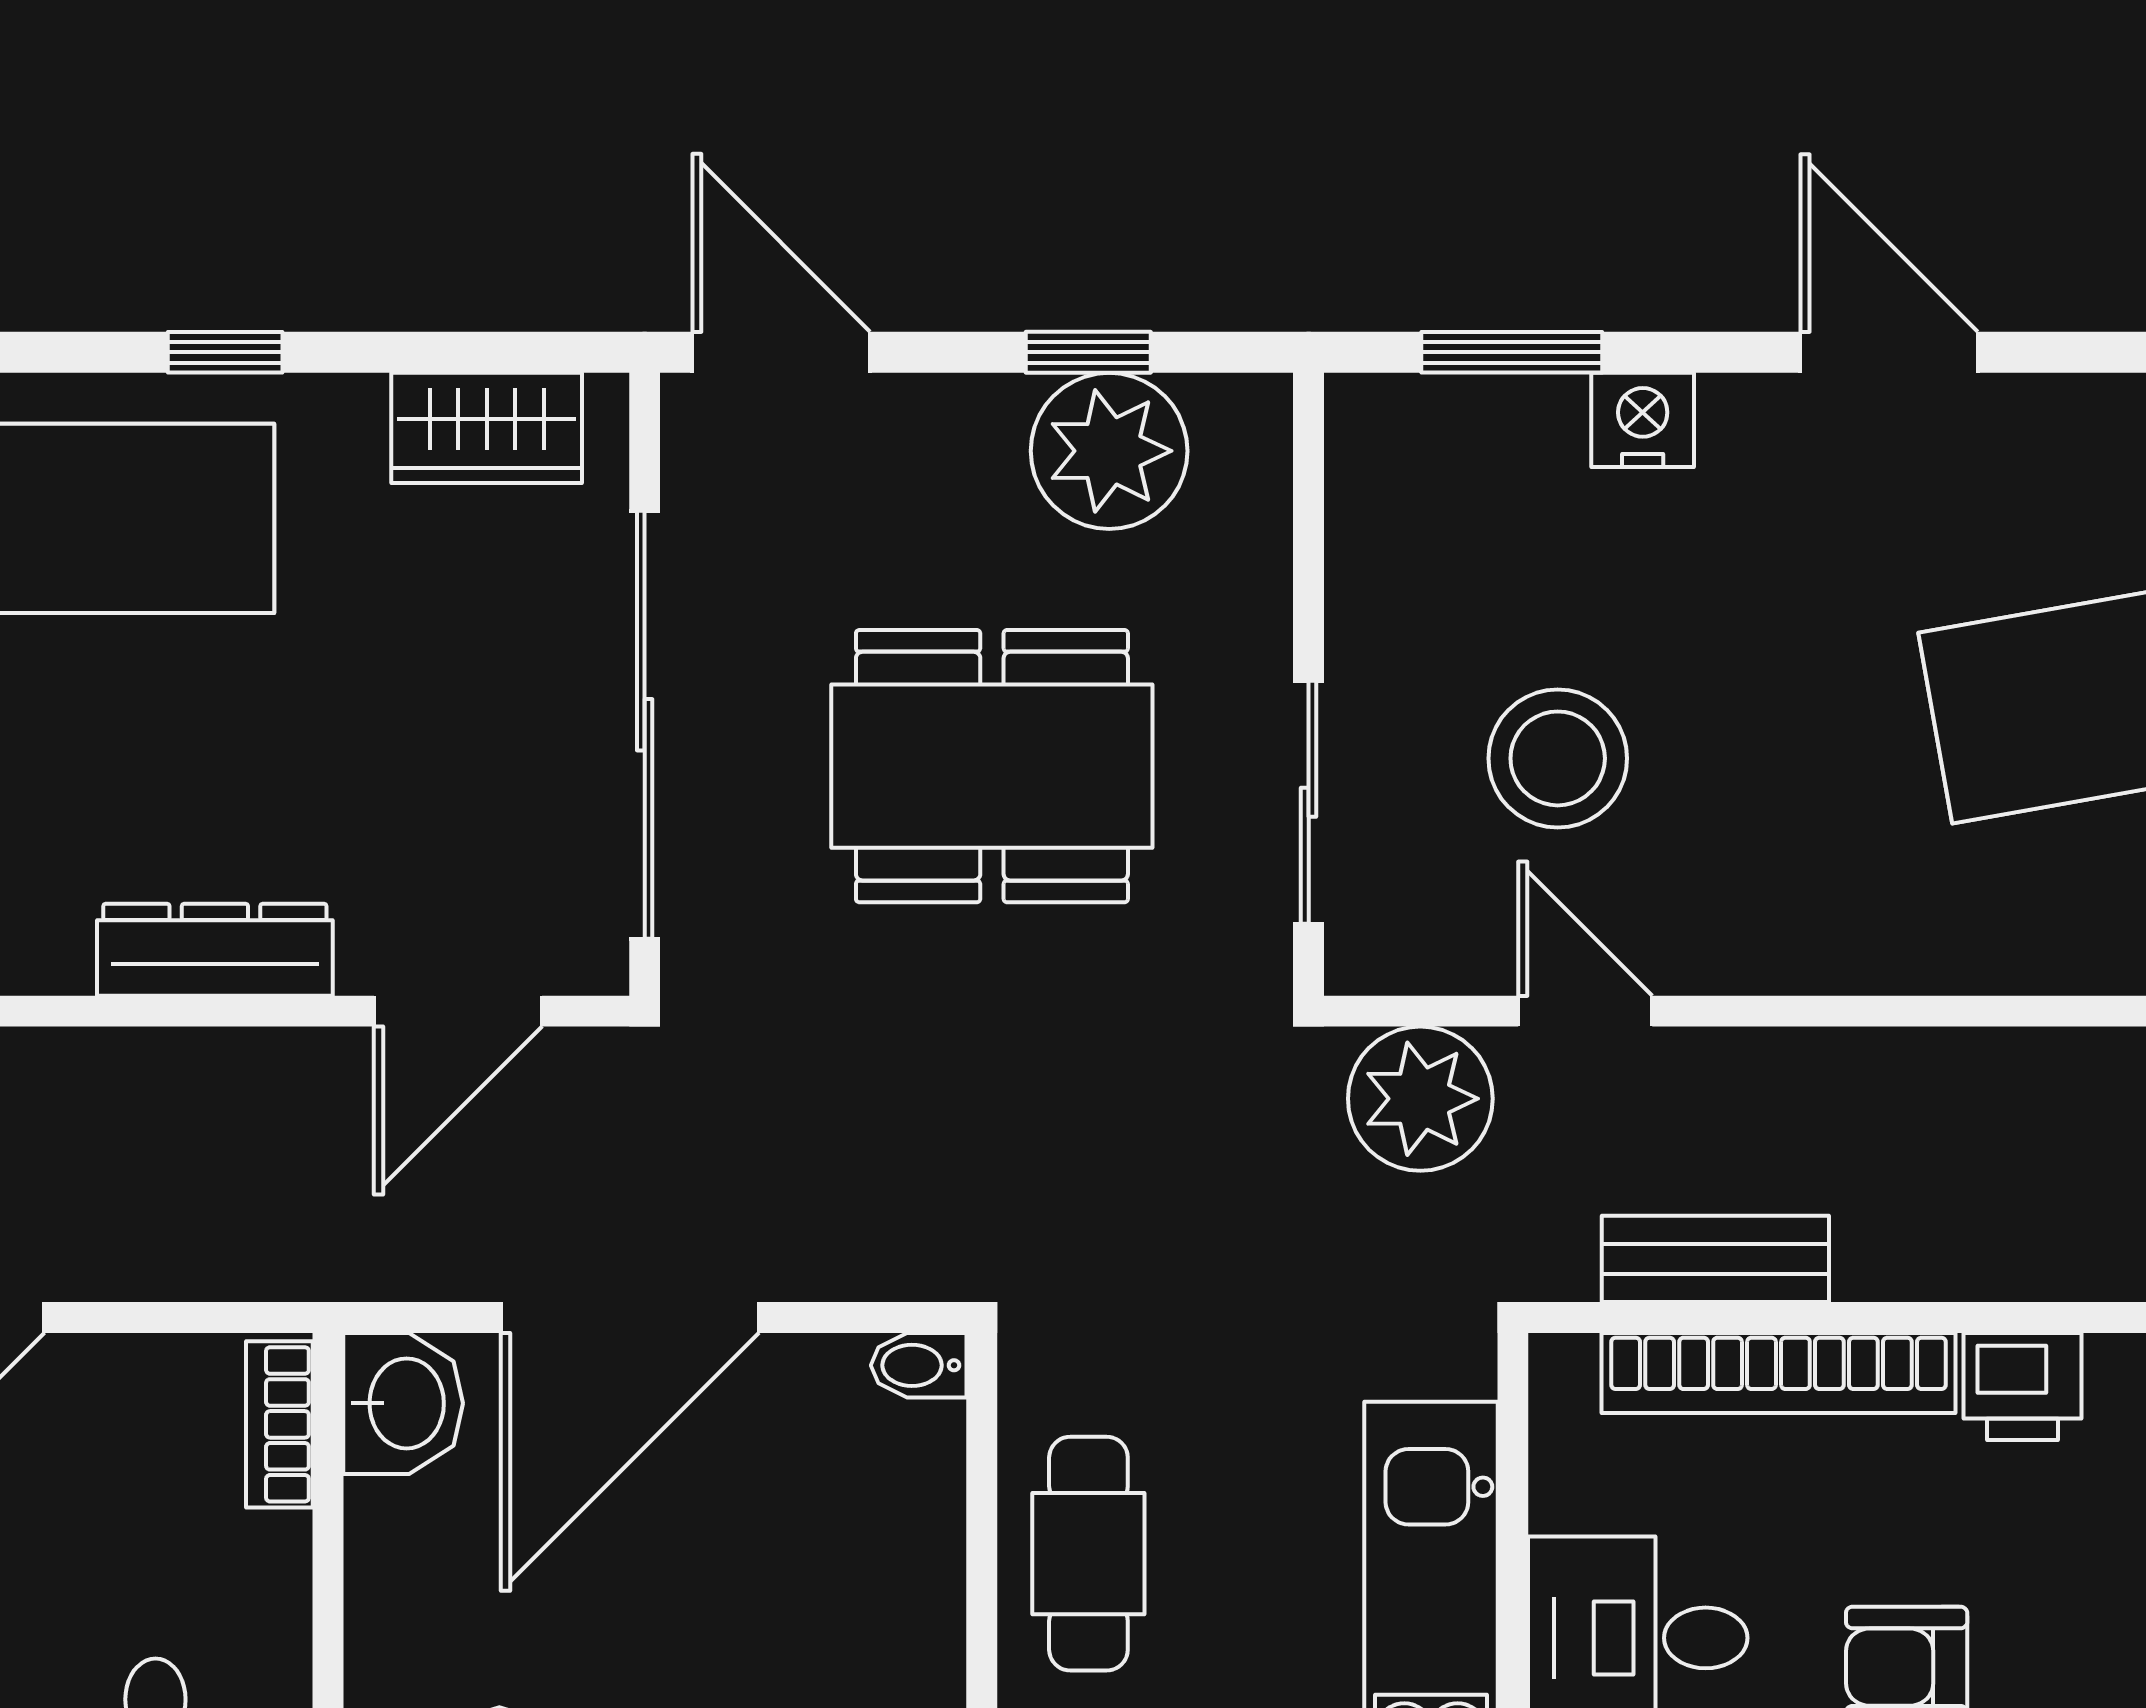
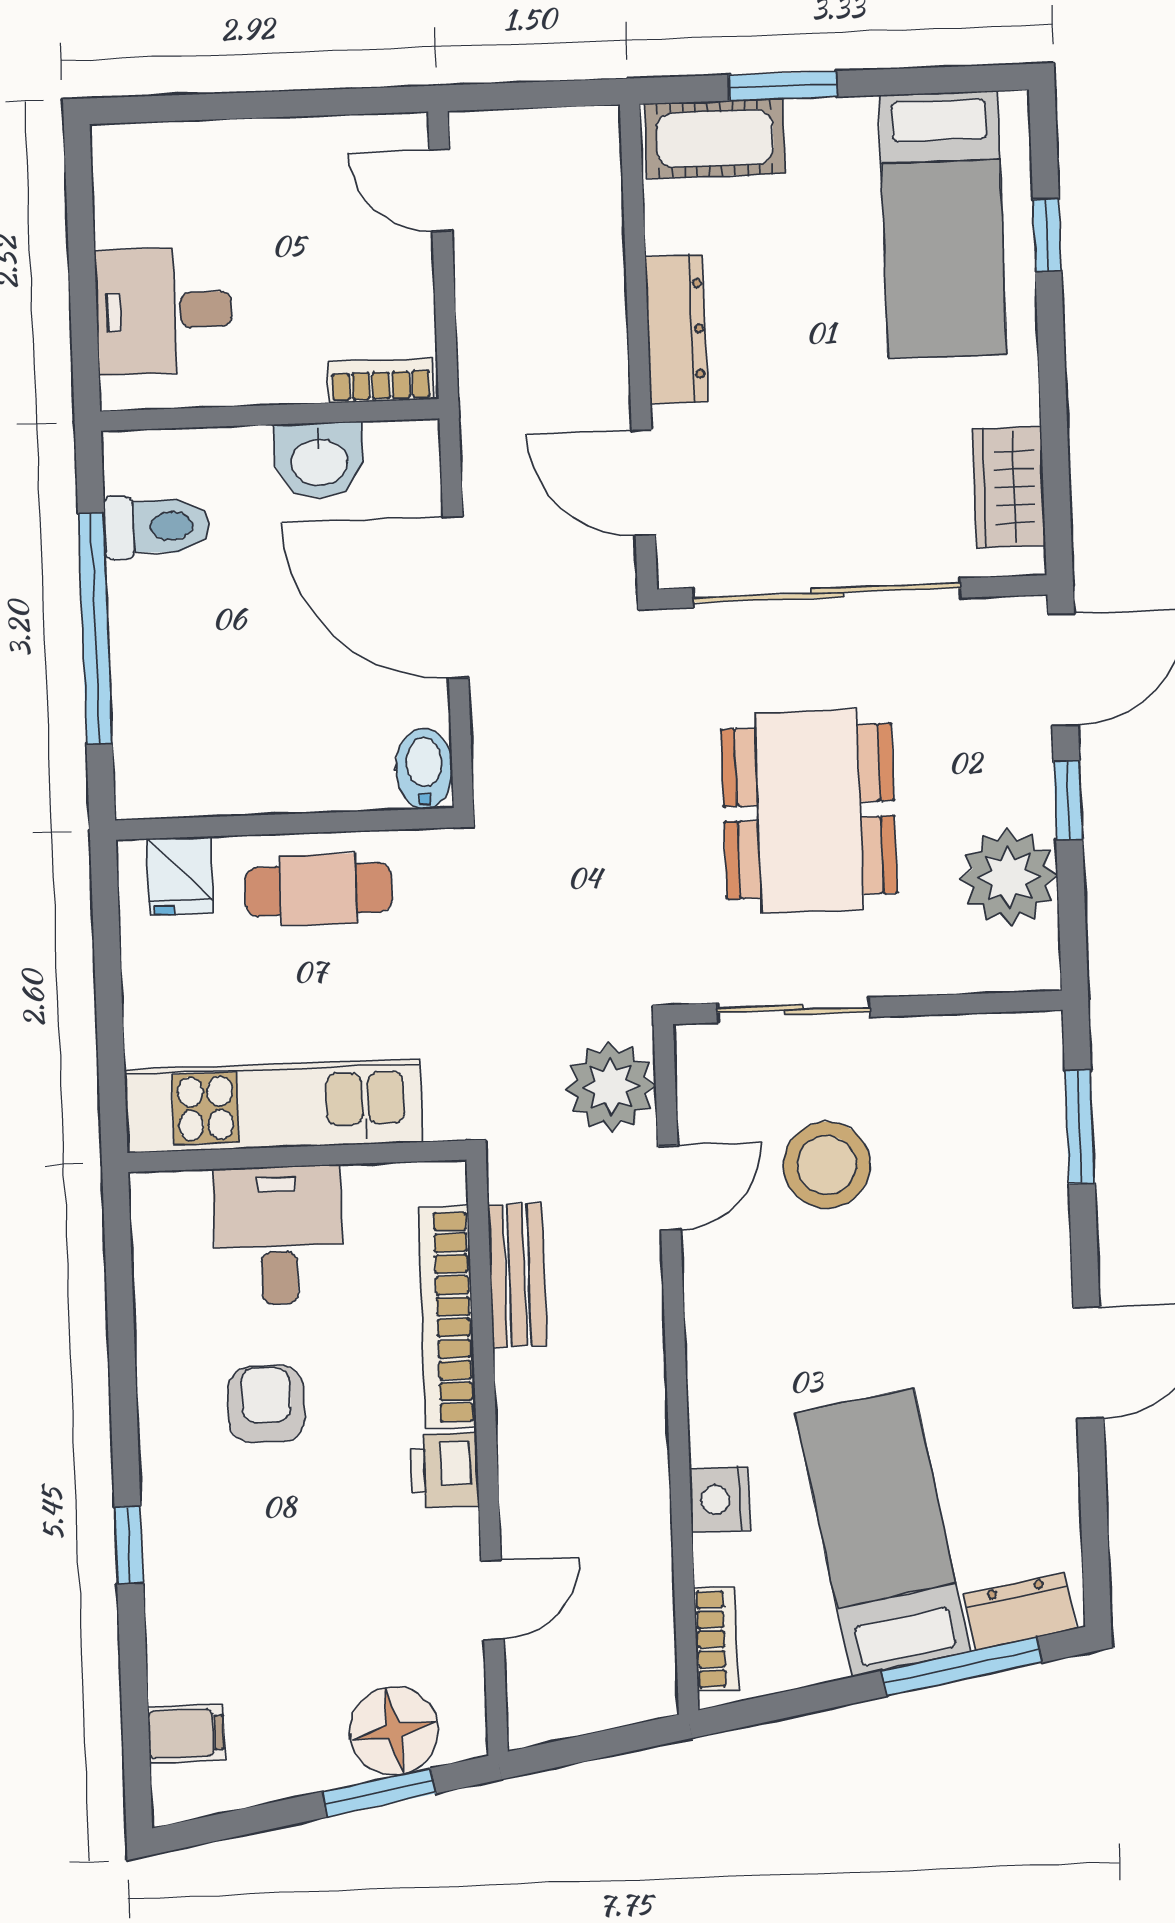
window: (225, 352) -> (1047, 235), moved
window: (1088, 352) -> (1068, 800), moved
nightstand: (1643, 420) -> (720, 1499), moved, turned 180
bidet: (919, 1365) -> (424, 769), width x1.38, depth x1.36
washbasin: (403, 1403) -> (319, 460), moved

